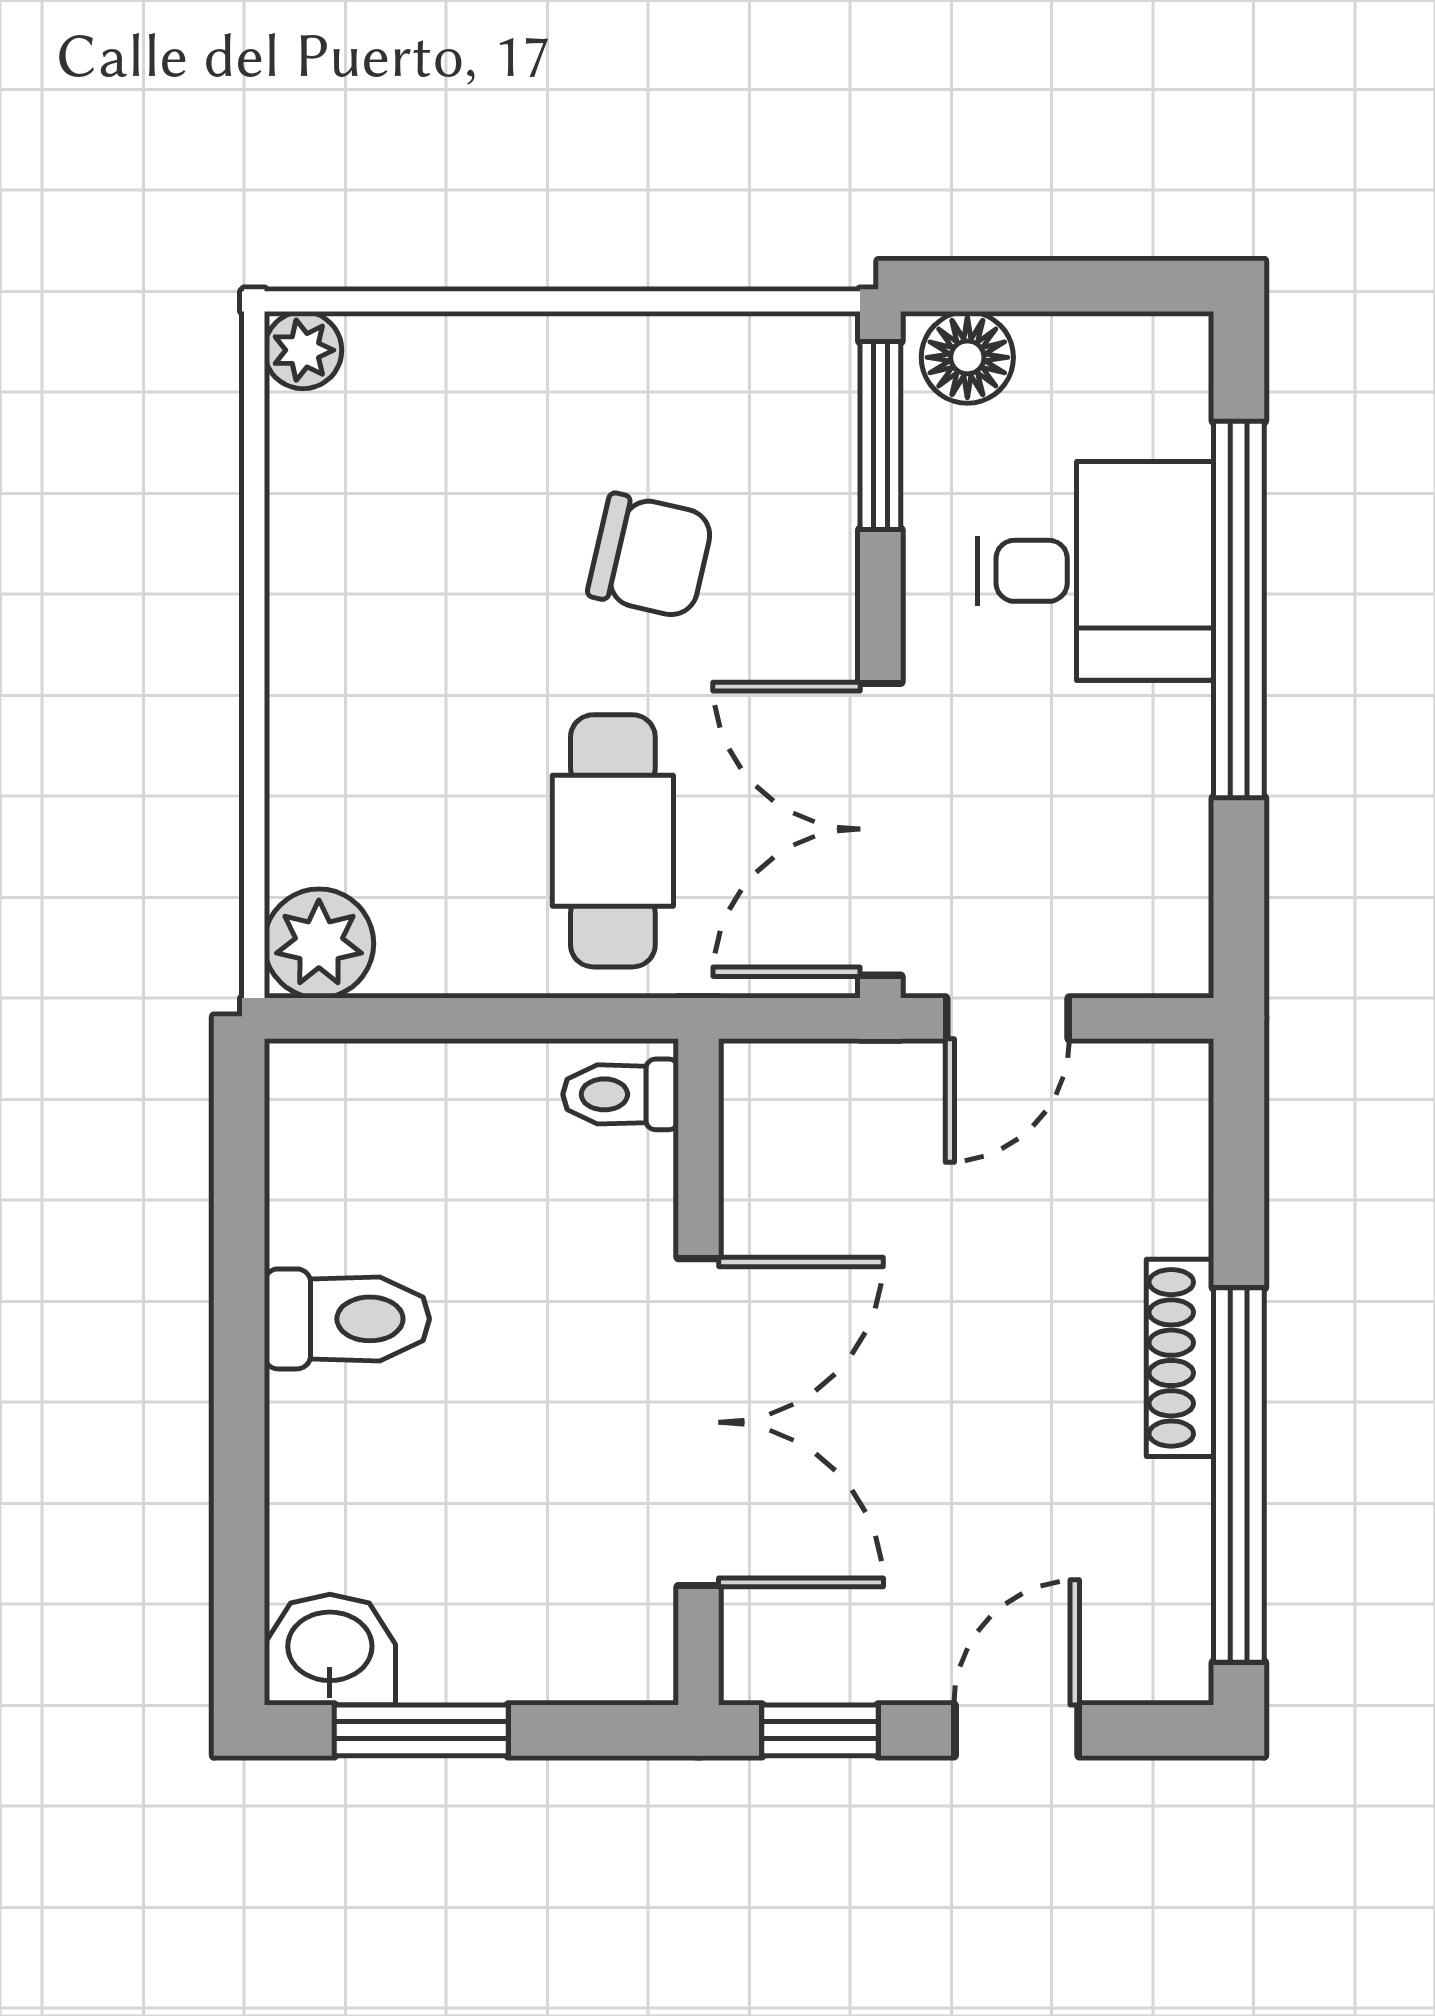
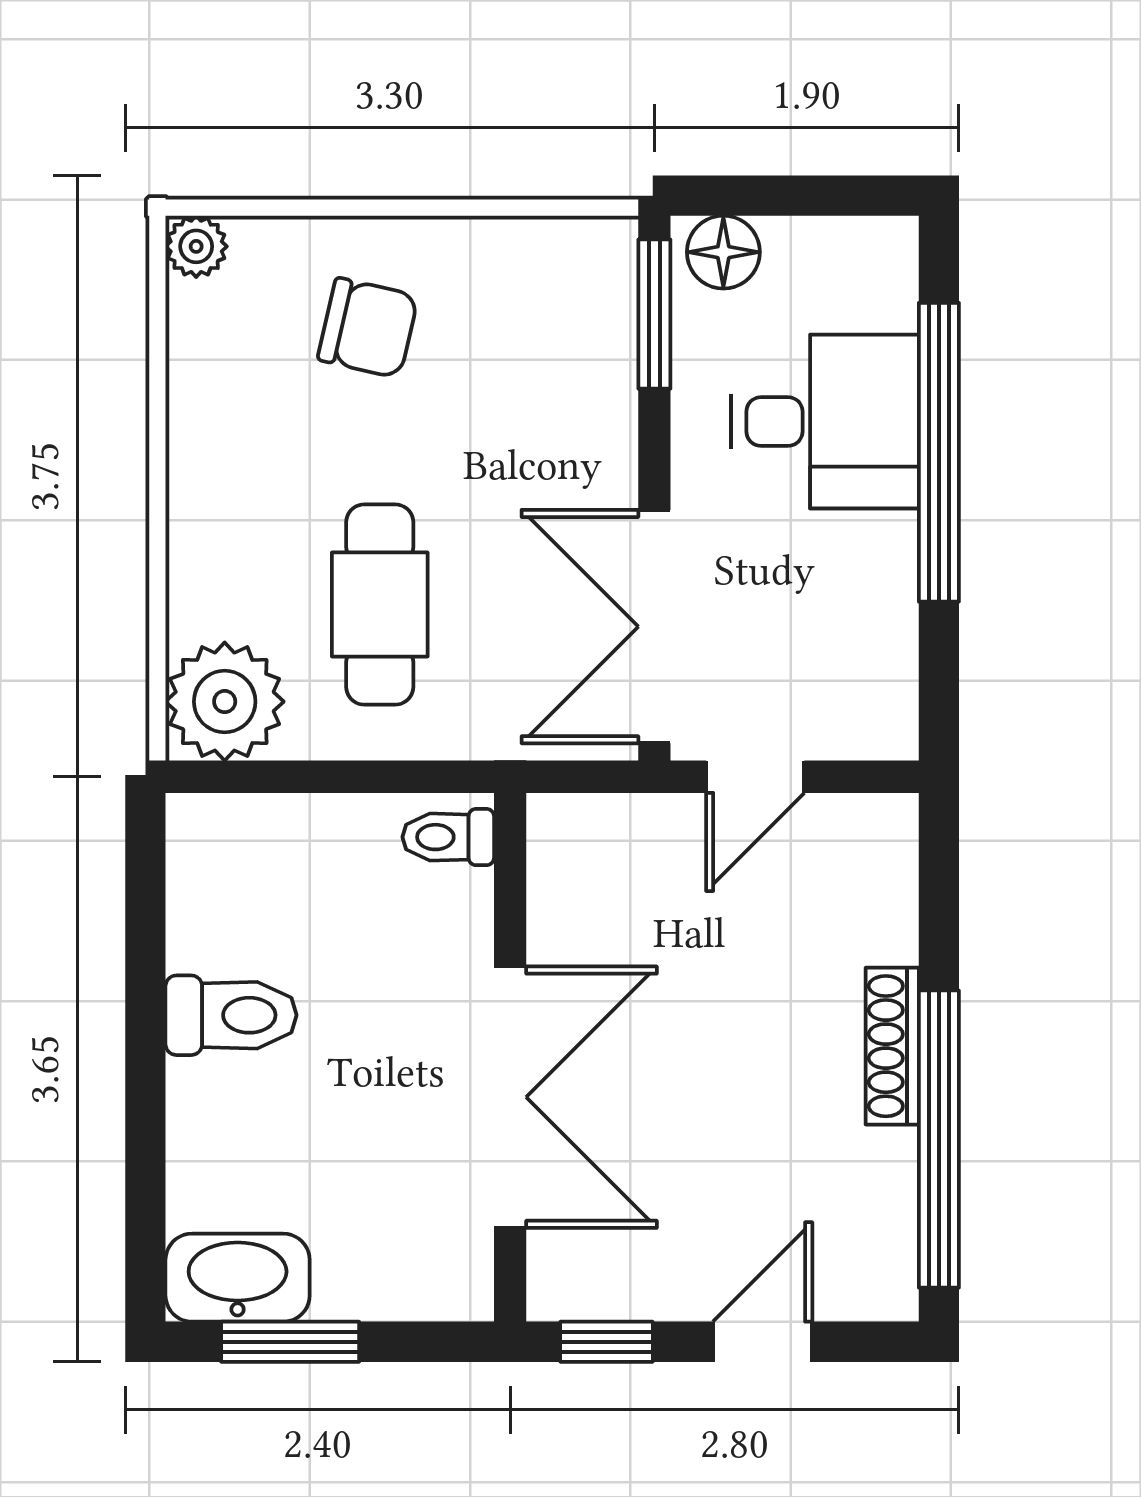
chair: (651, 556) -> (368, 328), moved
cafe table: (613, 841) -> (380, 605), moved
plant: (319, 944) -> (225, 702), width x1.36, depth x1.36
washbasin: (330, 1650) -> (238, 1278), width x1.38

